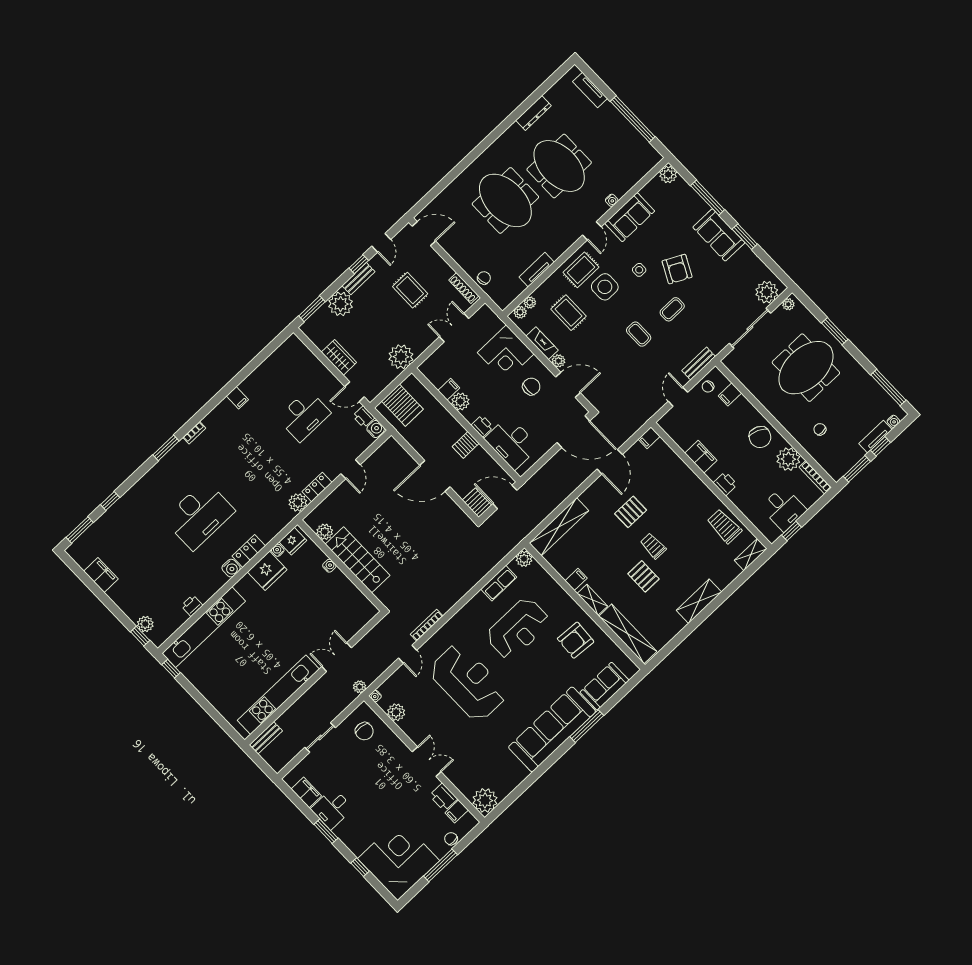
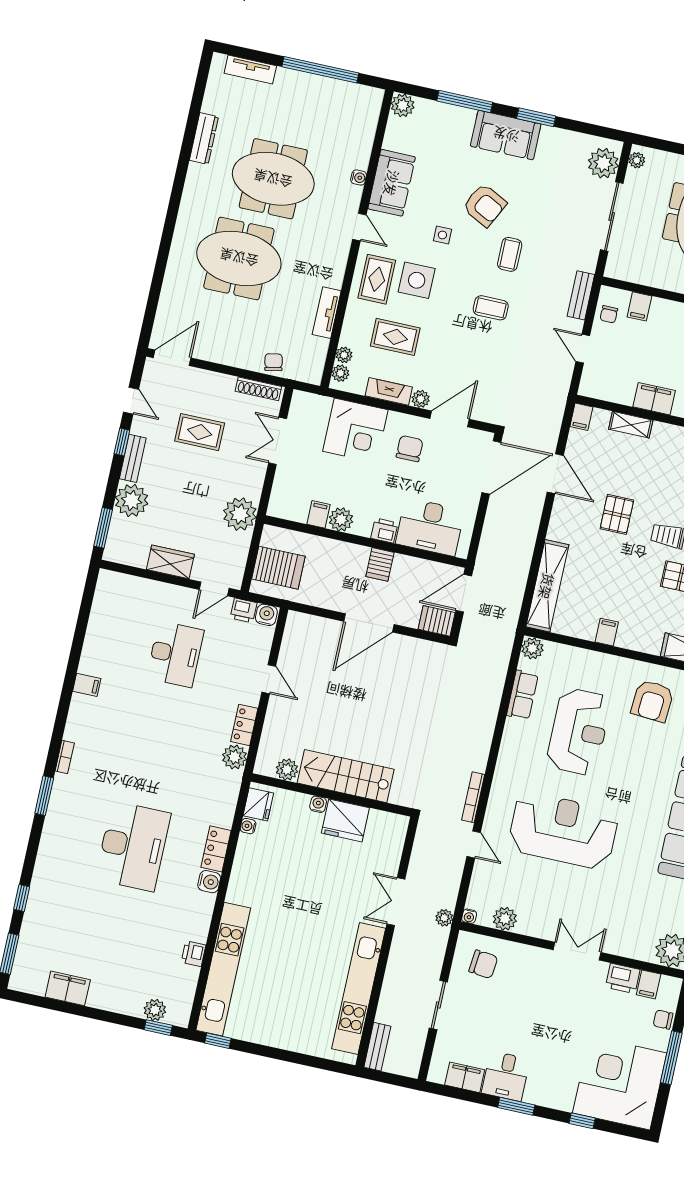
fridge: (267, 571) -> (345, 820), moved, turned 90
shelving: (592, 600) -> (631, 425), moved

